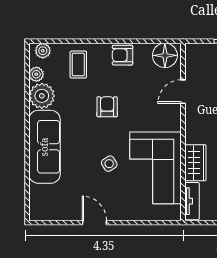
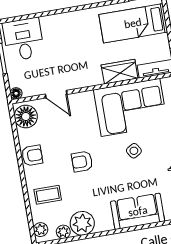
floor lamp: (191, 49) -> (16, 93), added
armchair: (123, 55) -> (32, 156), turned -90
sofa: (44, 147) -> (138, 211), width x0.73

